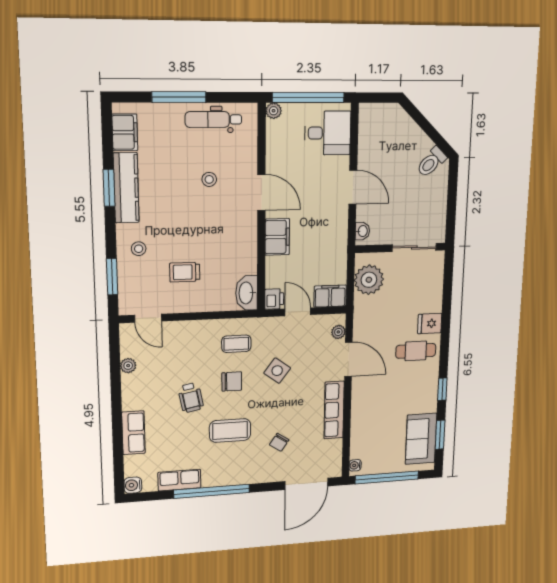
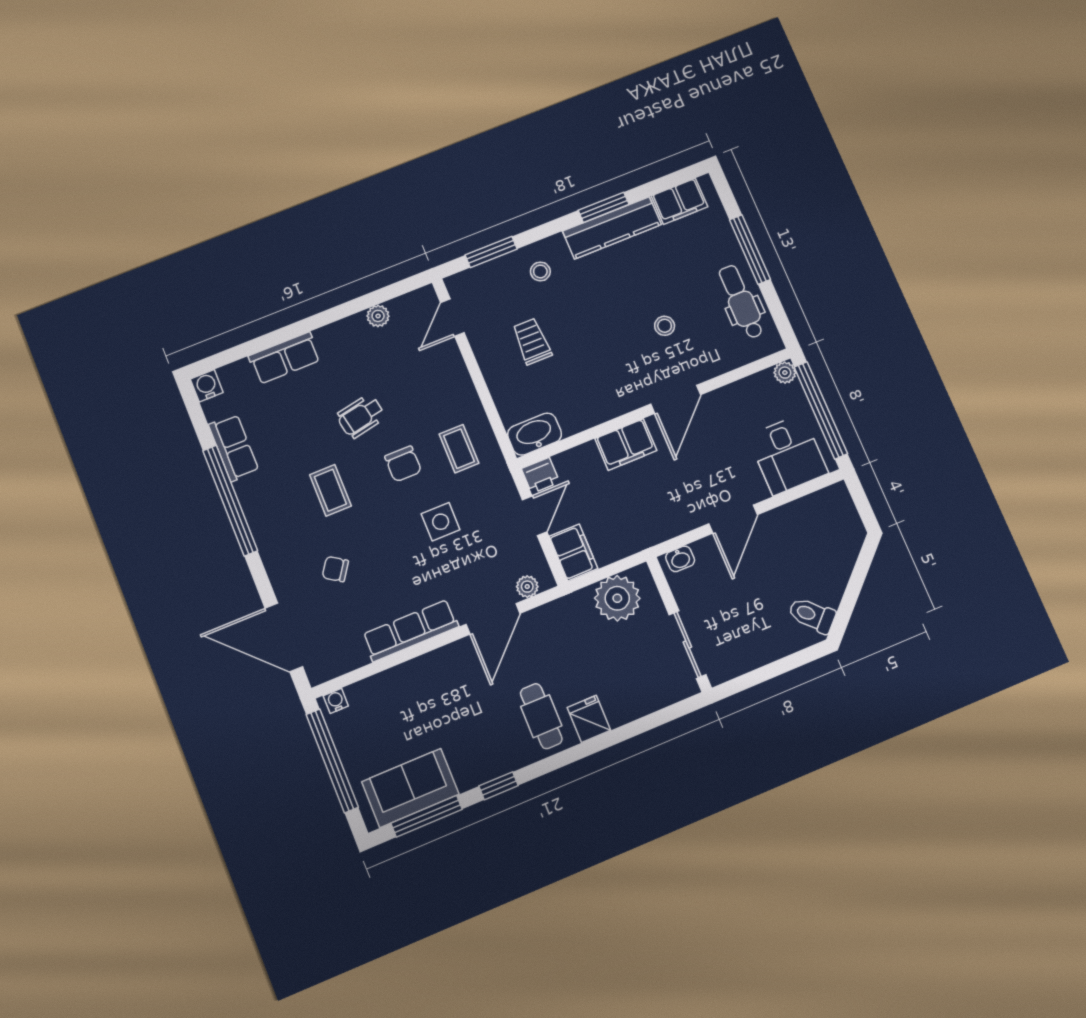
side table: (277, 371) -> (441, 522), turned -37
coffee table: (230, 431) -> (330, 490), width x0.73, depth x0.77
window: (440, 435) -> (427, 816), width x1.44

